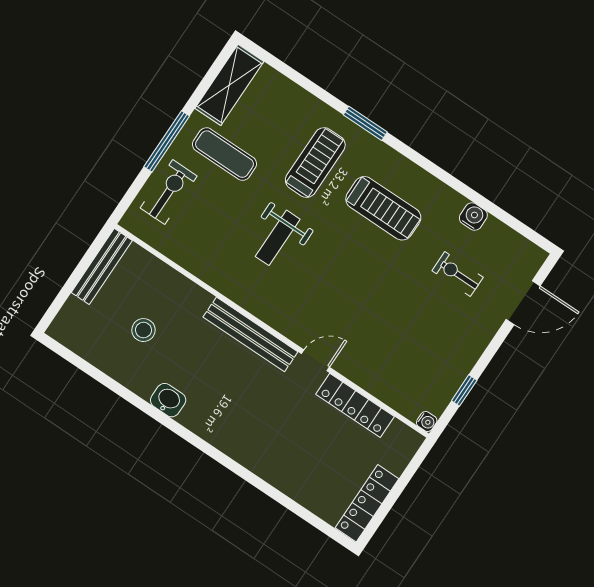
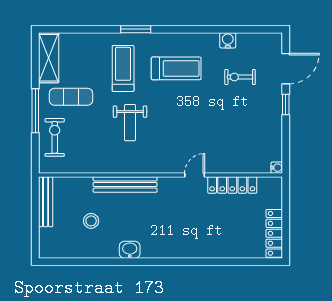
bench: (250, 334) -> (125, 185), moved
window: (464, 390) -> (286, 105), moved

